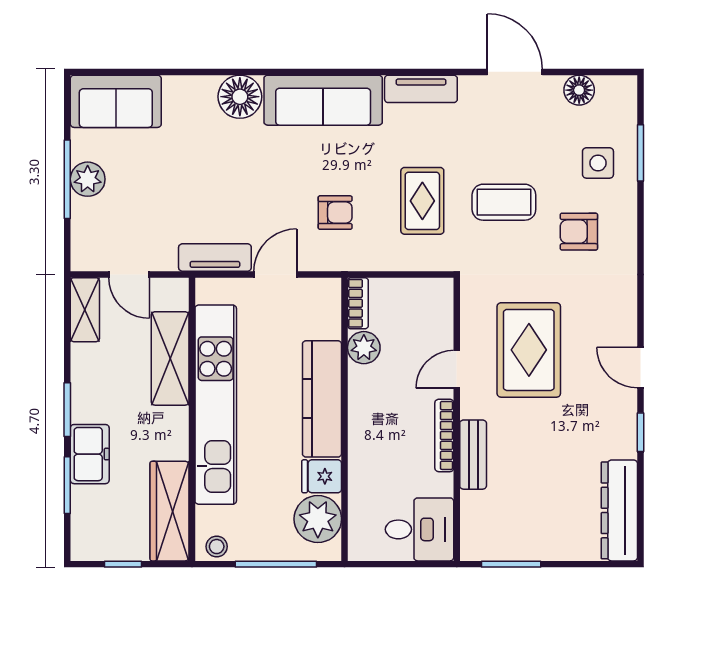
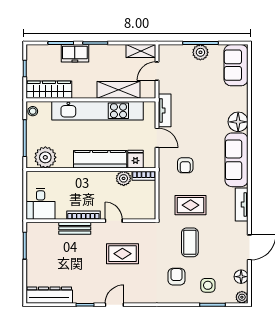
plant: (624, 88) -> (242, 297), added
rug: (529, 350) -> (122, 254), width x0.73, depth x0.70
fridge: (322, 476) -> (135, 159), moved

